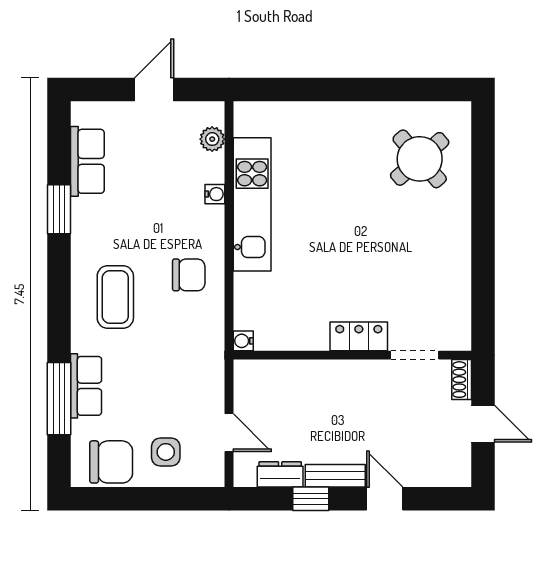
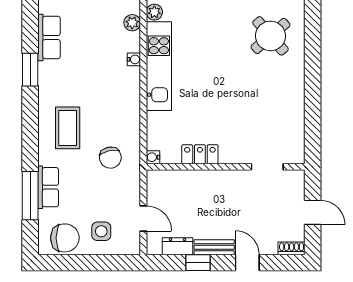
plant: (245, 123) -> (154, 12), added
chair: (189, 275) -> (110, 158), moved, turned 78
locker: (359, 336) -> (200, 154), moved
shoe rack: (462, 380) -> (292, 248), moved, turned 90

